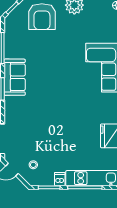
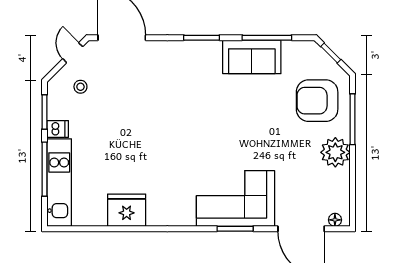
sofa: (15, 77) -> (252, 57), moved

